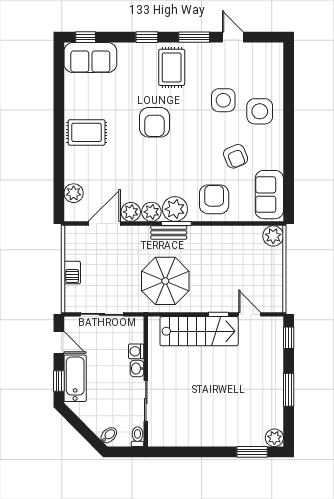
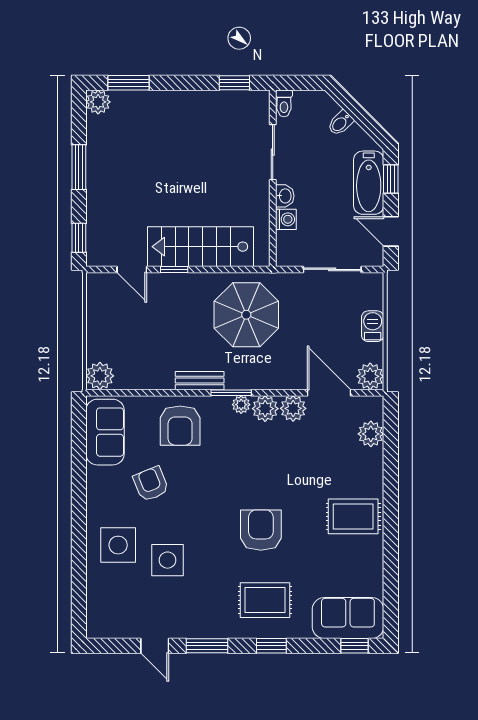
rug: (172, 67) -> (265, 600), moved, turned 90
plant: (175, 209) -> (241, 405), width x0.53, depth x0.53
door: (104, 224) -> (329, 393), swing flipped
bench: (169, 233) -> (200, 381), moved
plant: (74, 236) -> (370, 376), added
bidet: (109, 435) -> (340, 123), moved
window: (174, 452) -> (234, 83), added

